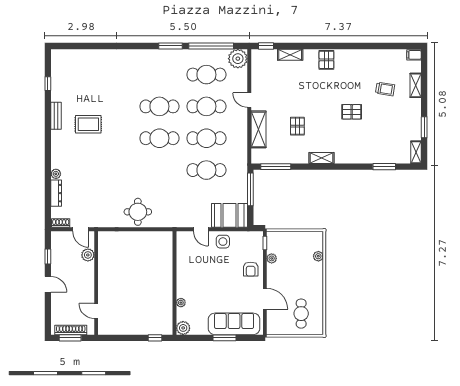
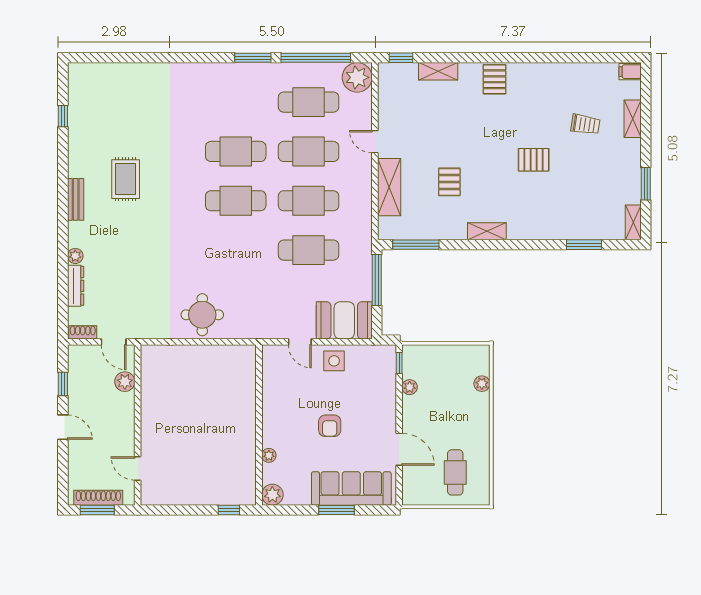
bench: (56, 116) -> (76, 199), moved
rug: (88, 124) -> (126, 179), turned 90
armchair: (251, 269) -> (330, 426), moved

